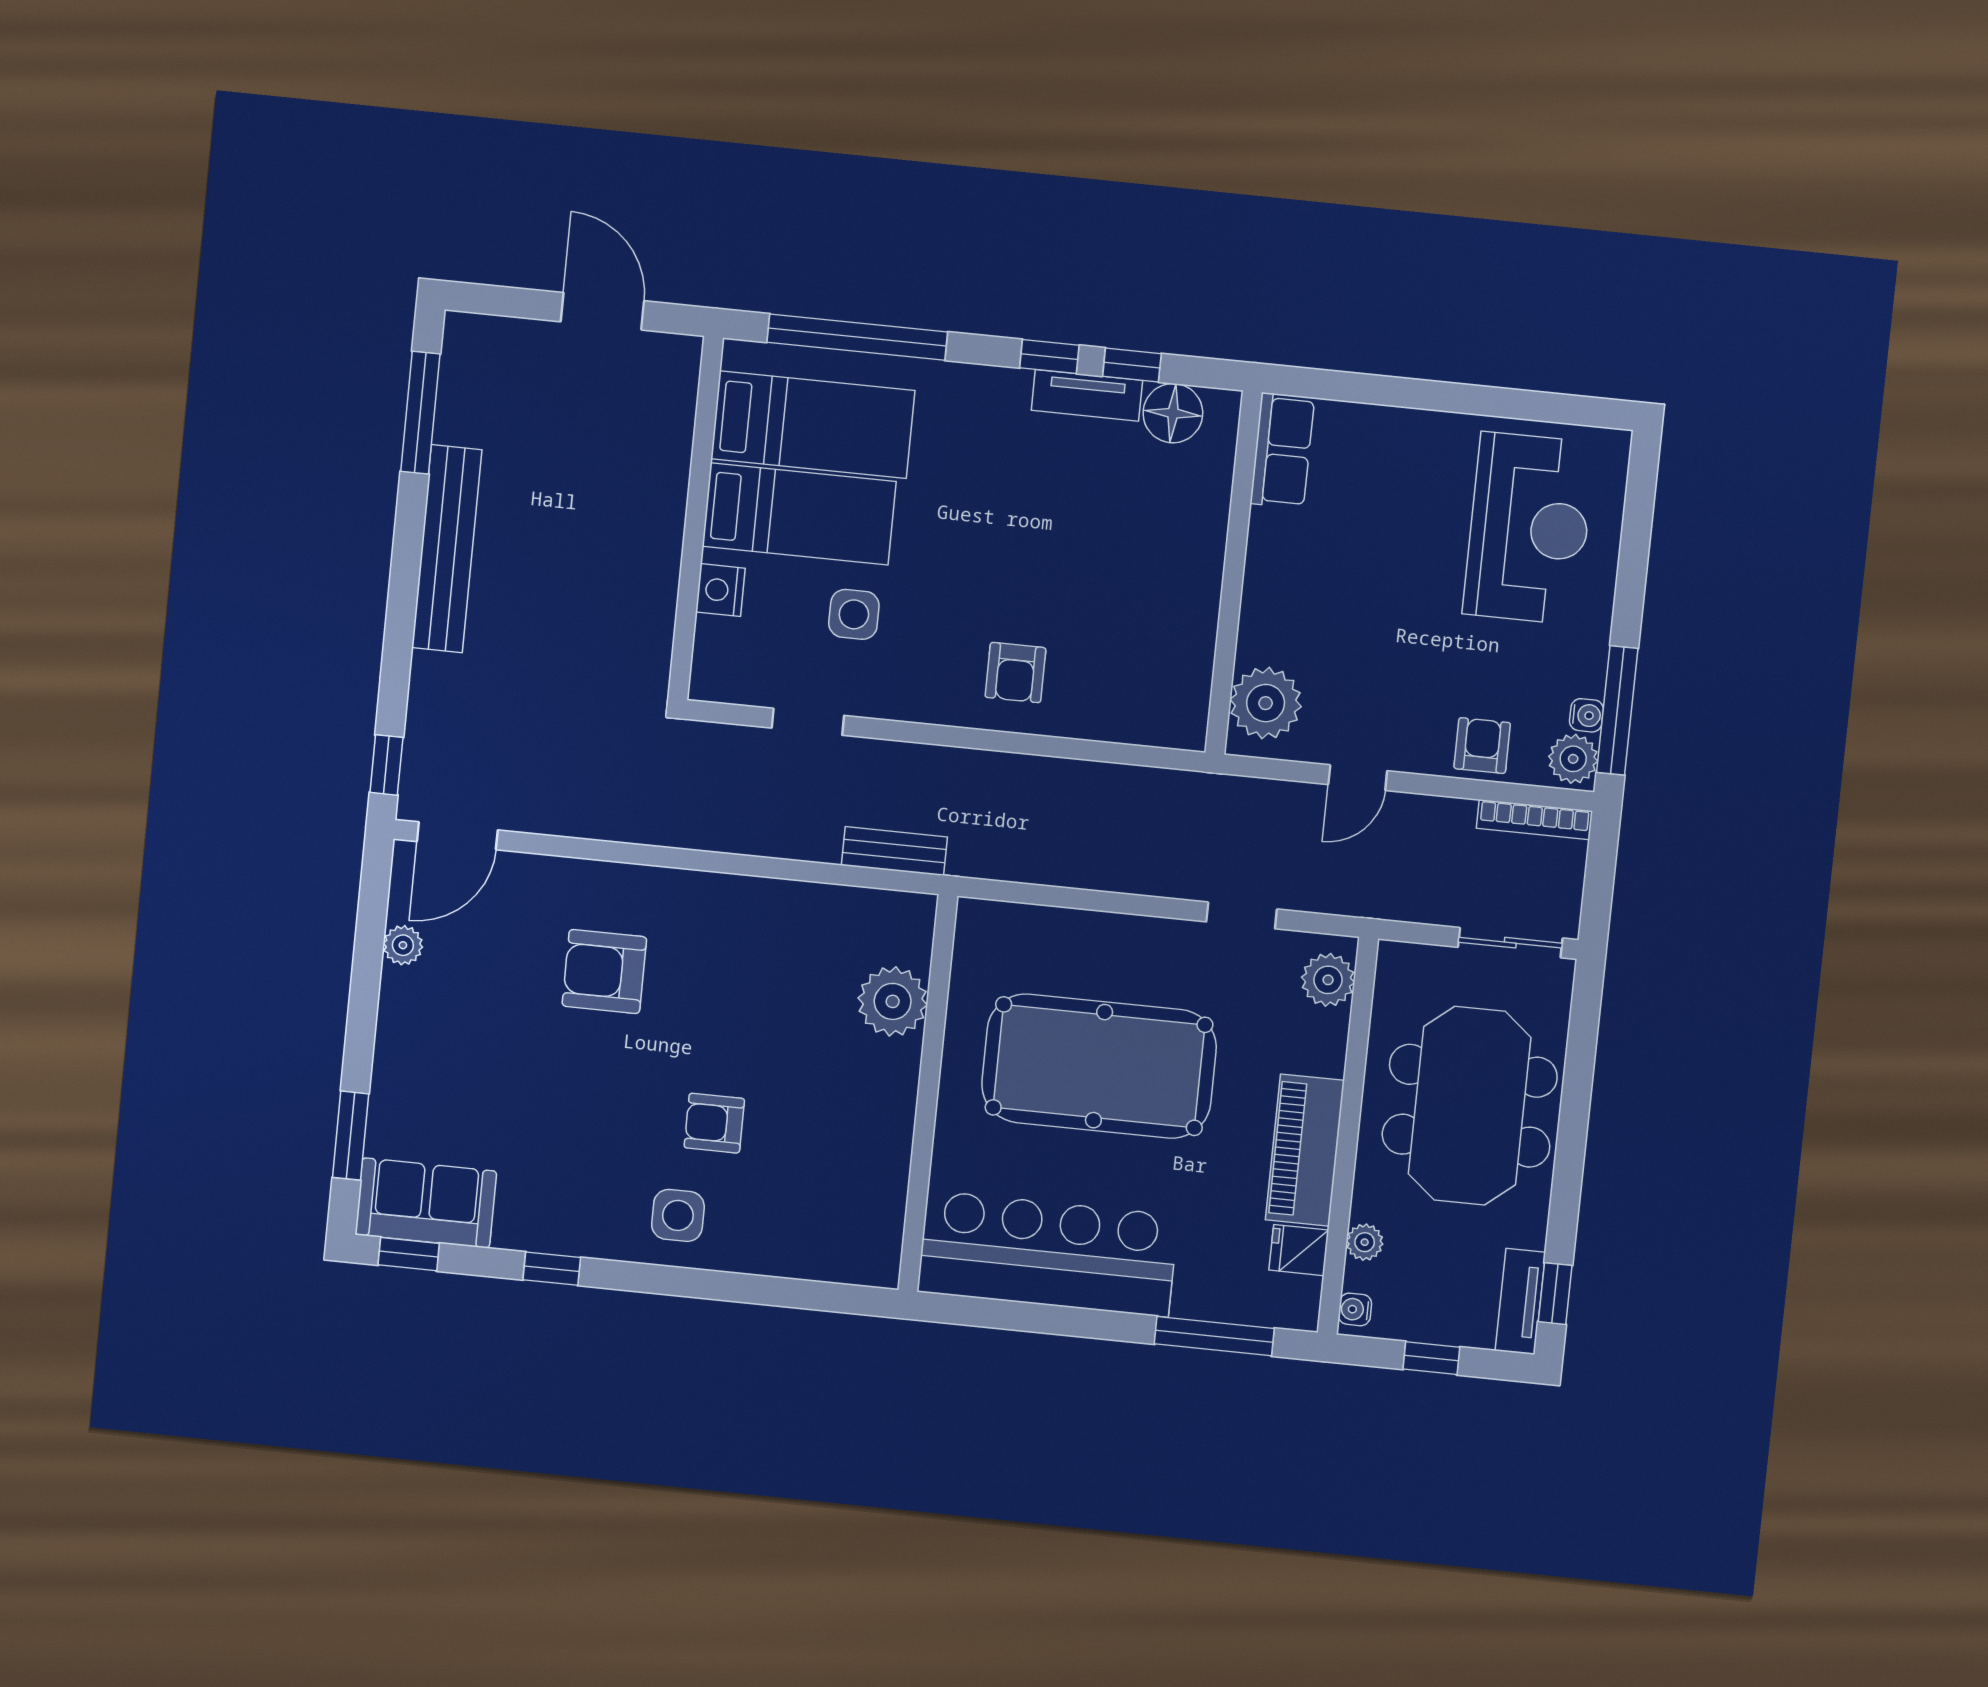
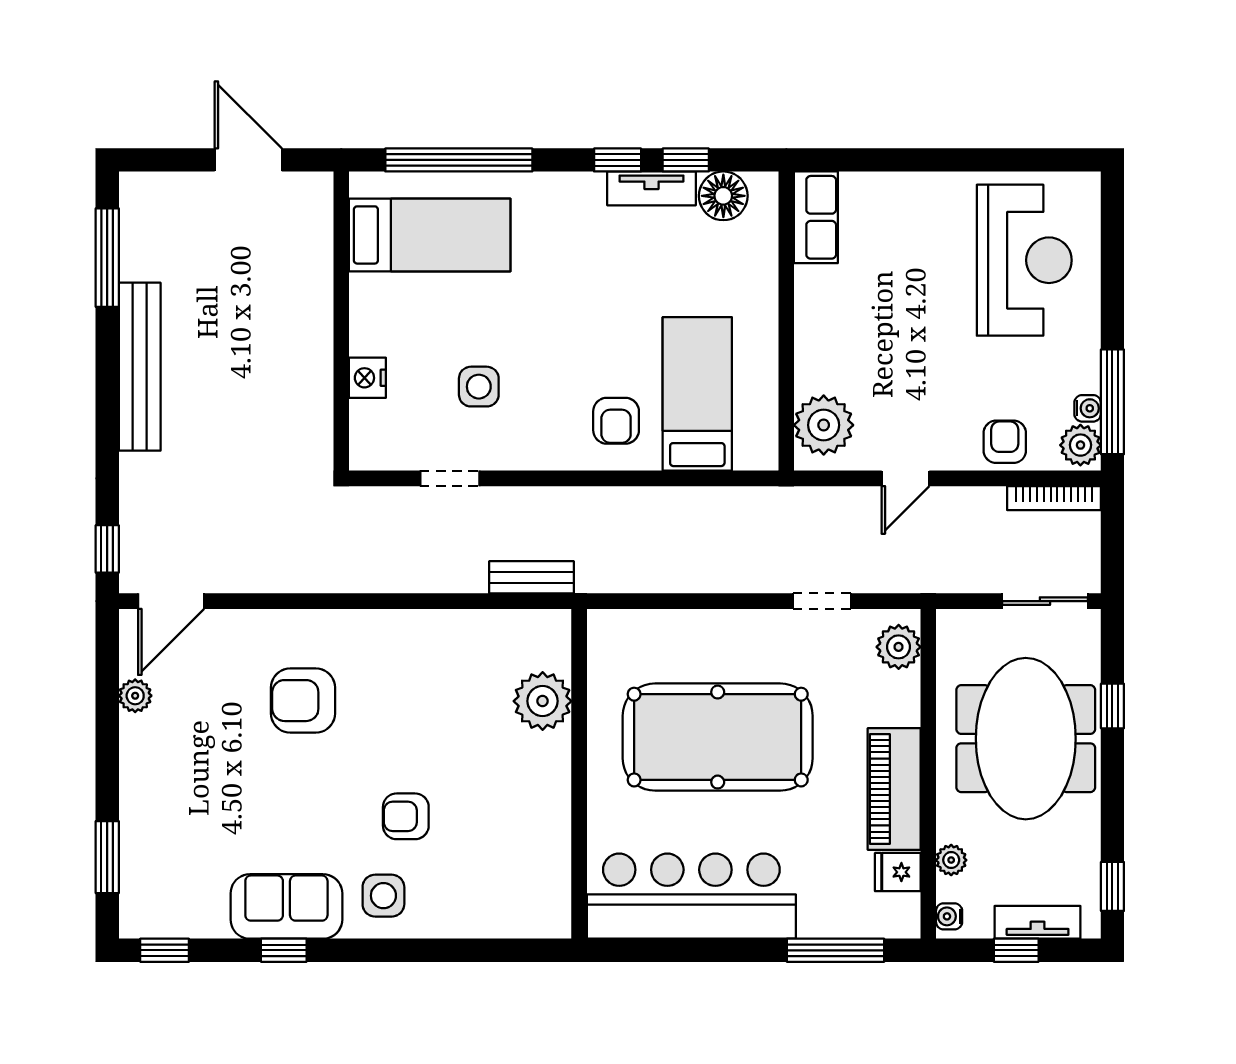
bed: (799, 514) -> (697, 394), moved, turned -90
window: (1578, 1077) -> (1112, 706), added
sofa: (426, 1203) -> (286, 906), moved
tv unit: (1520, 1301) -> (1038, 922), moved, turned 90

